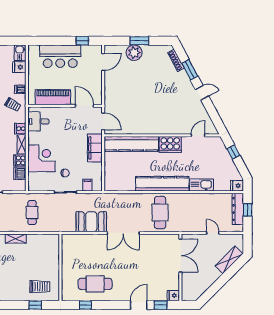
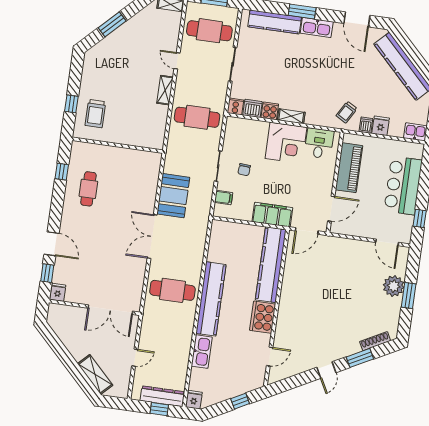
fridge: (19, 67) -> (381, 126), moved
cooker: (20, 129) -> (235, 106), moved
door: (198, 135) -> (270, 356), hinge flipped
corner desk: (41, 158) -> (286, 143), moved
cafe table: (32, 213) -> (197, 117), width x1.37, depth x1.35
cafe table: (95, 284) -> (88, 189), width x0.73, depth x0.74

